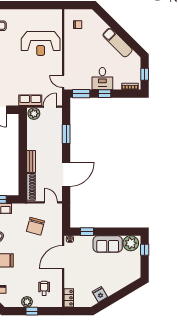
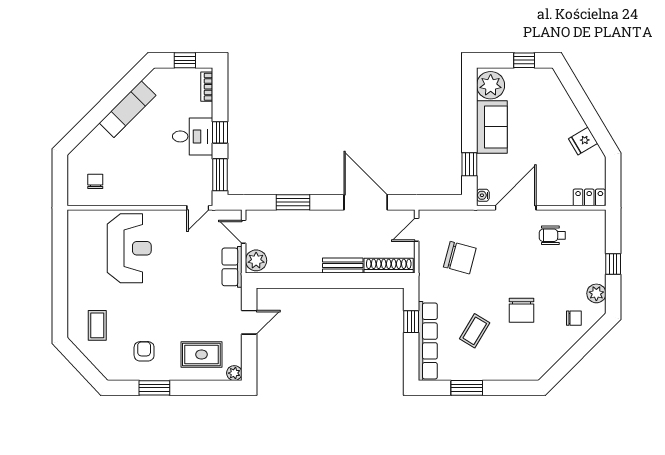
window: (145, 250) -> (524, 60), moved
door: (63, 257) -> (516, 208), swing flipped
wheelchair: (44, 288) -> (552, 235), moved
plant: (27, 302) -> (596, 293), moved

